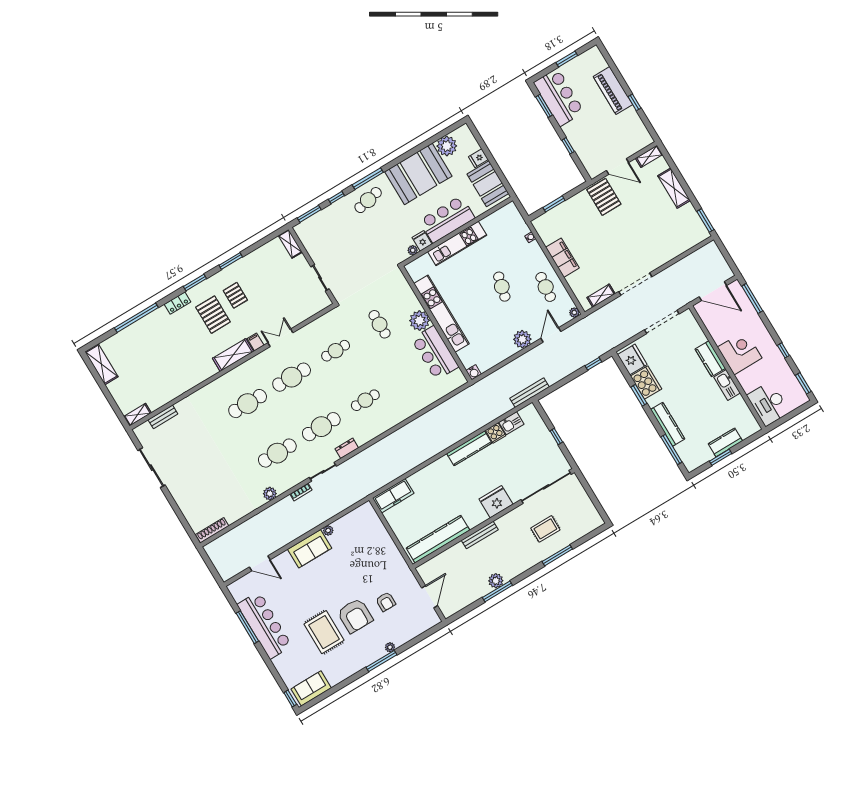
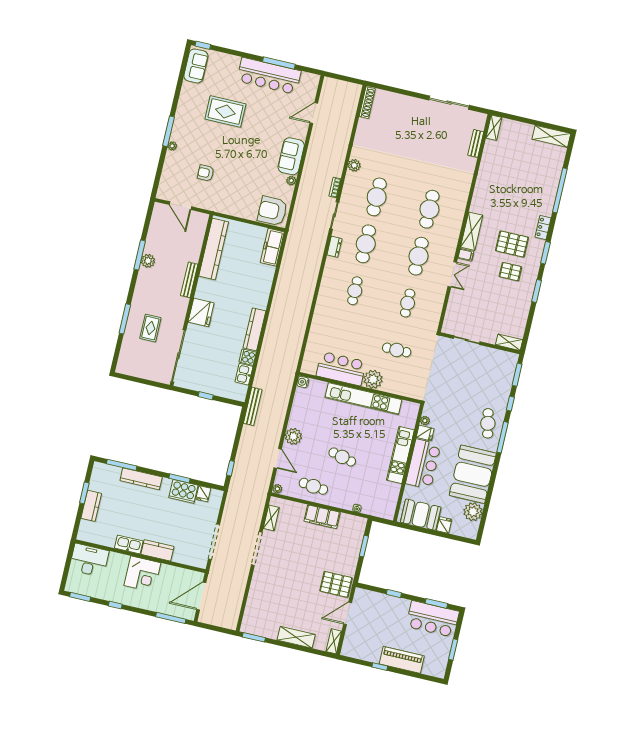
fridge: (632, 360) -> (203, 494), width x0.53, depth x0.75
armchair: (355, 616) -> (272, 211), moved

